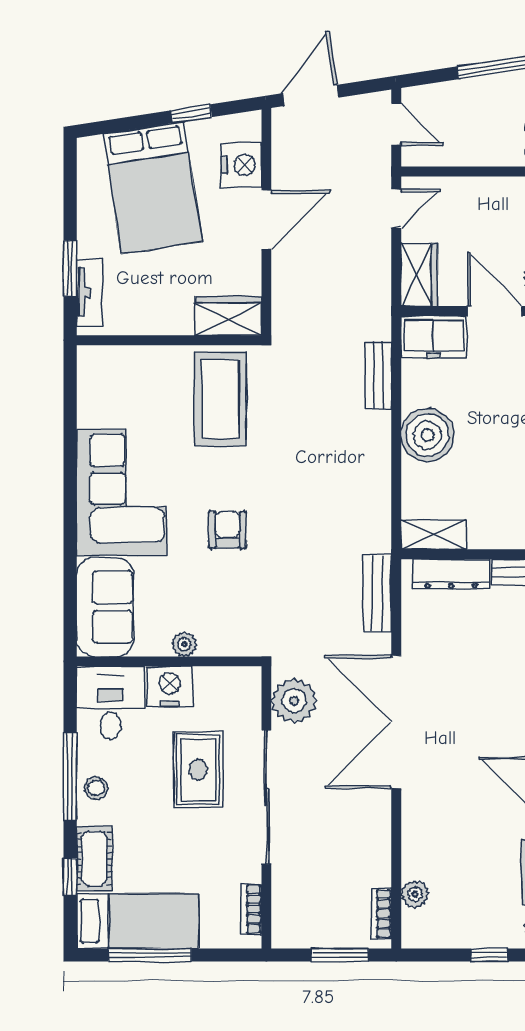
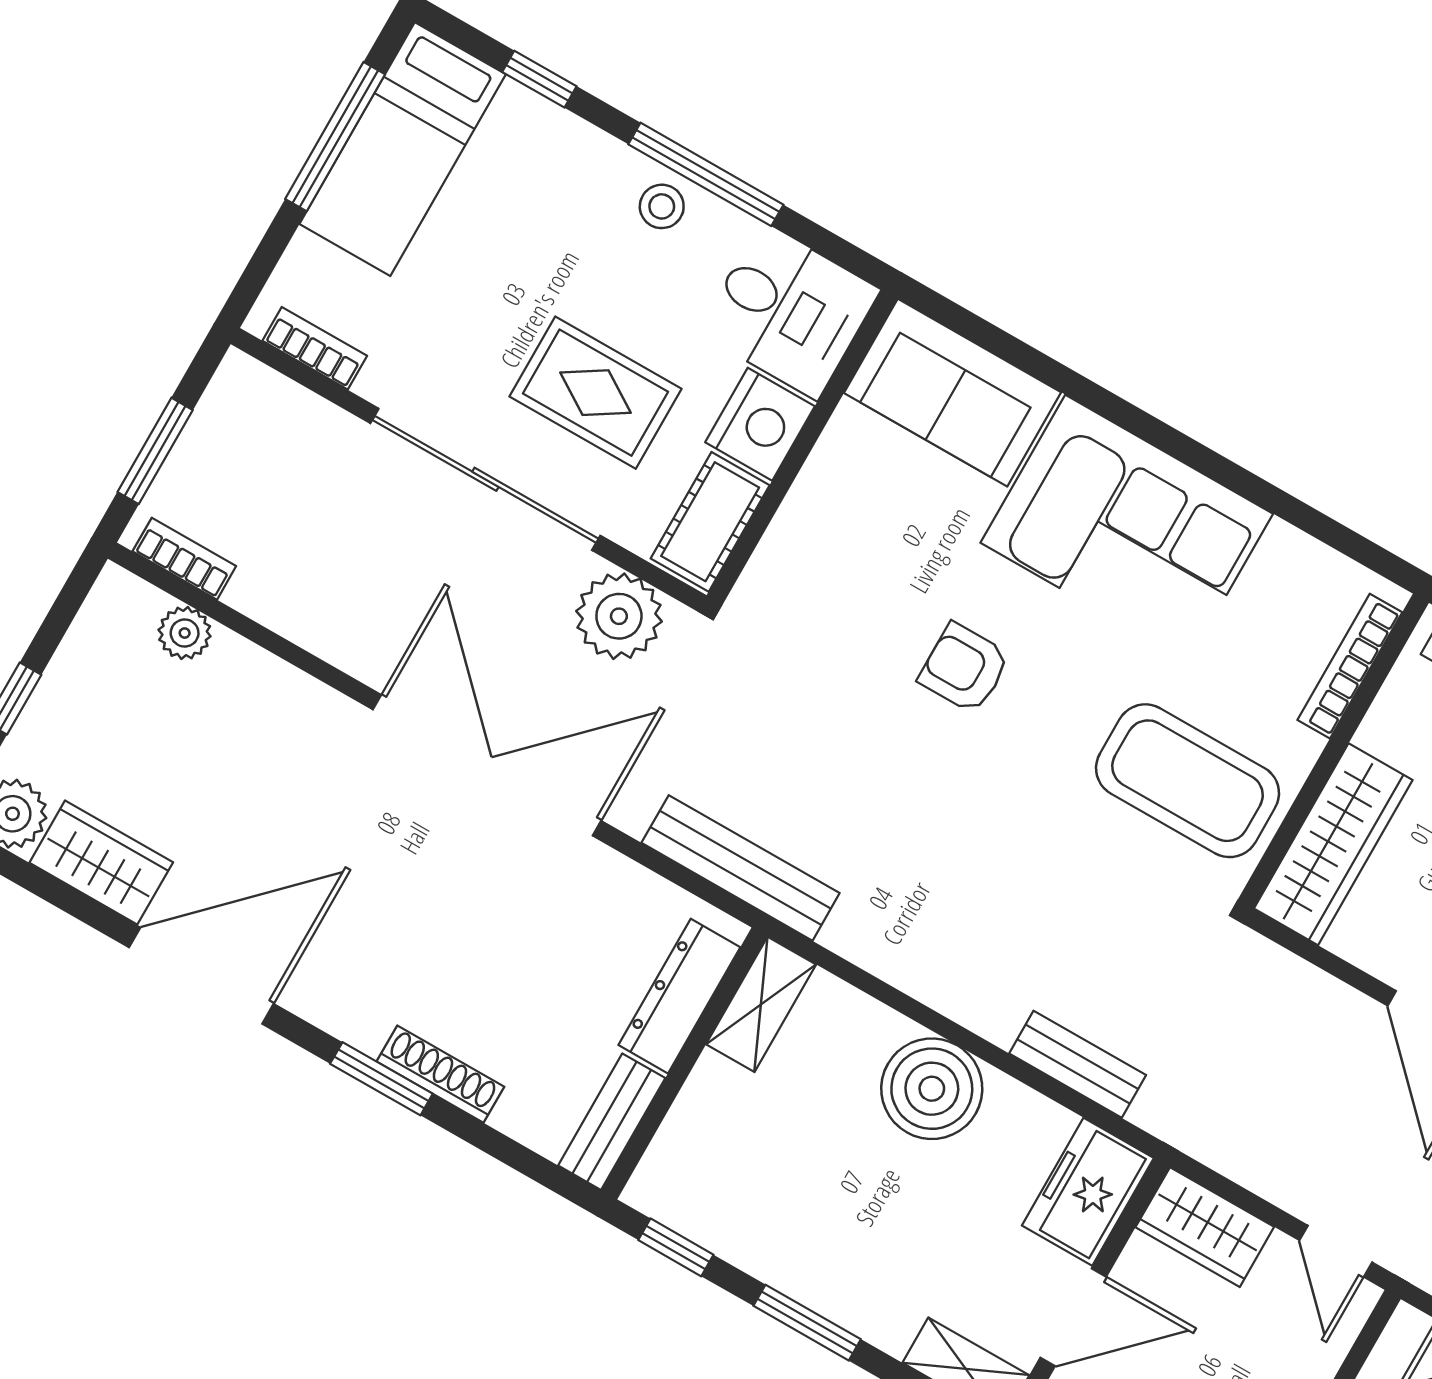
wardrobe: (228, 316) -> (1333, 844), width x1.50
bookcase: (126, 355) -> (1350, 666), added
armchair: (227, 530) -> (964, 668), turned 180
bench: (377, 593) -> (741, 868), width x1.36
plant: (184, 644) -> (816, 488), removed
cot: (94, 859) -> (710, 522), moved, turned 90

